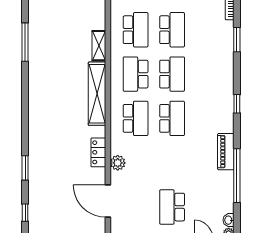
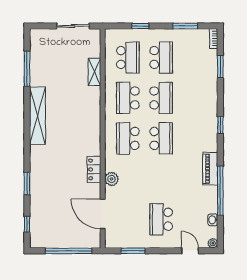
shelving: (97, 94) -> (38, 116), moved
school desk: (136, 118) -> (128, 138), turned 180
washbasin: (229, 220) -> (213, 220), moved

